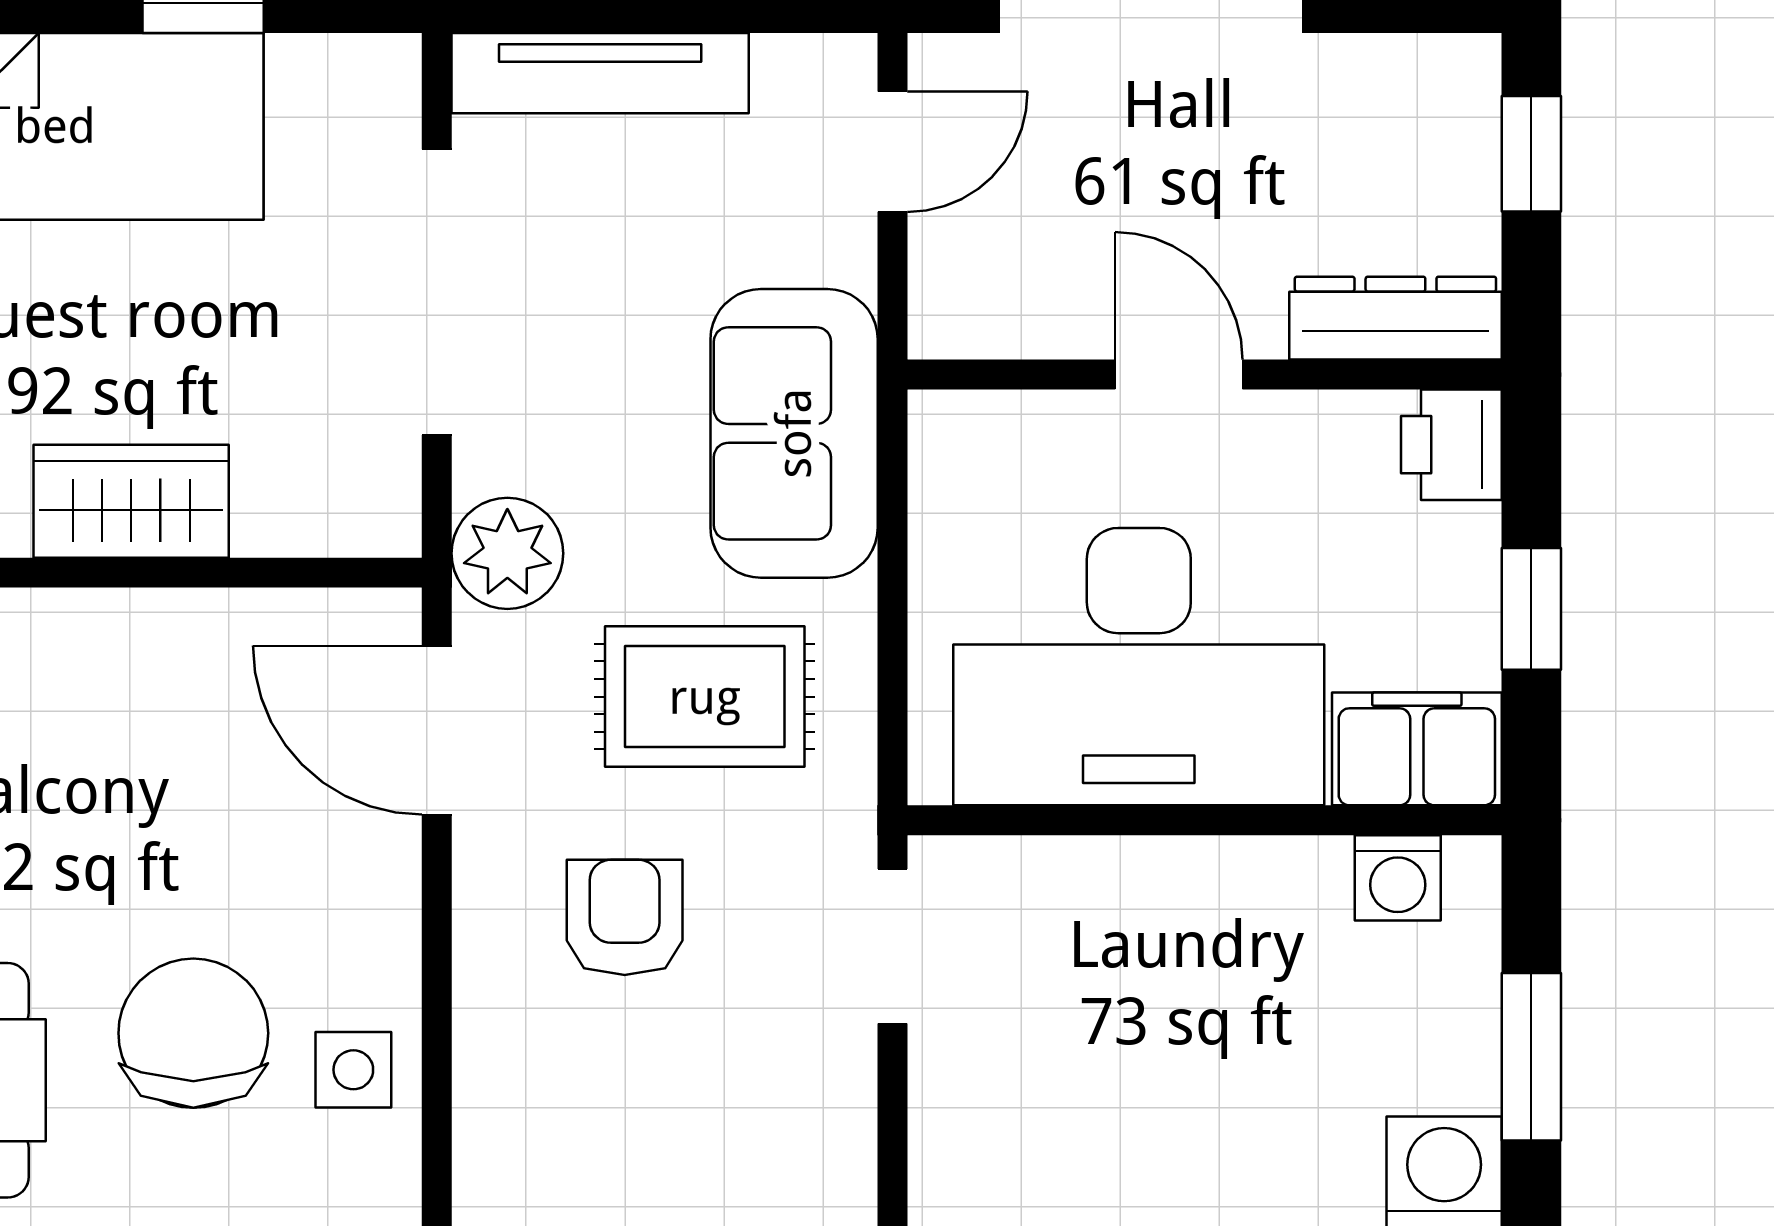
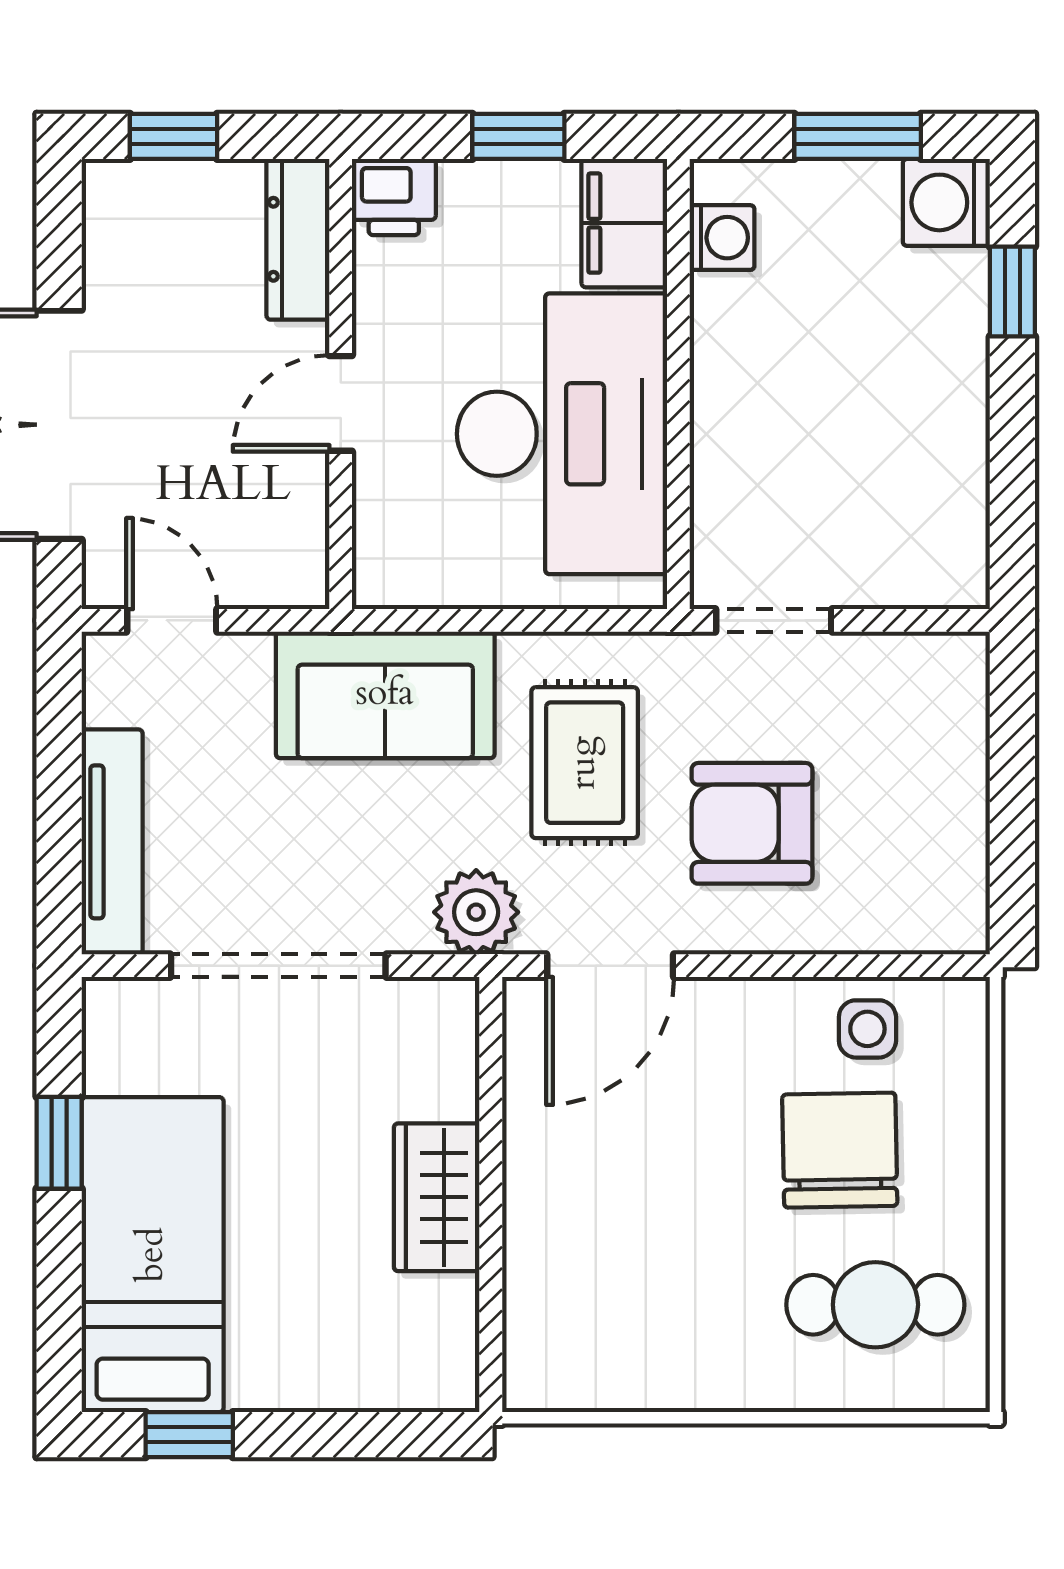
armchair: (625, 917) -> (752, 823), width x1.38, depth x1.38
chair: (193, 1033) -> (840, 1150), turned 89

